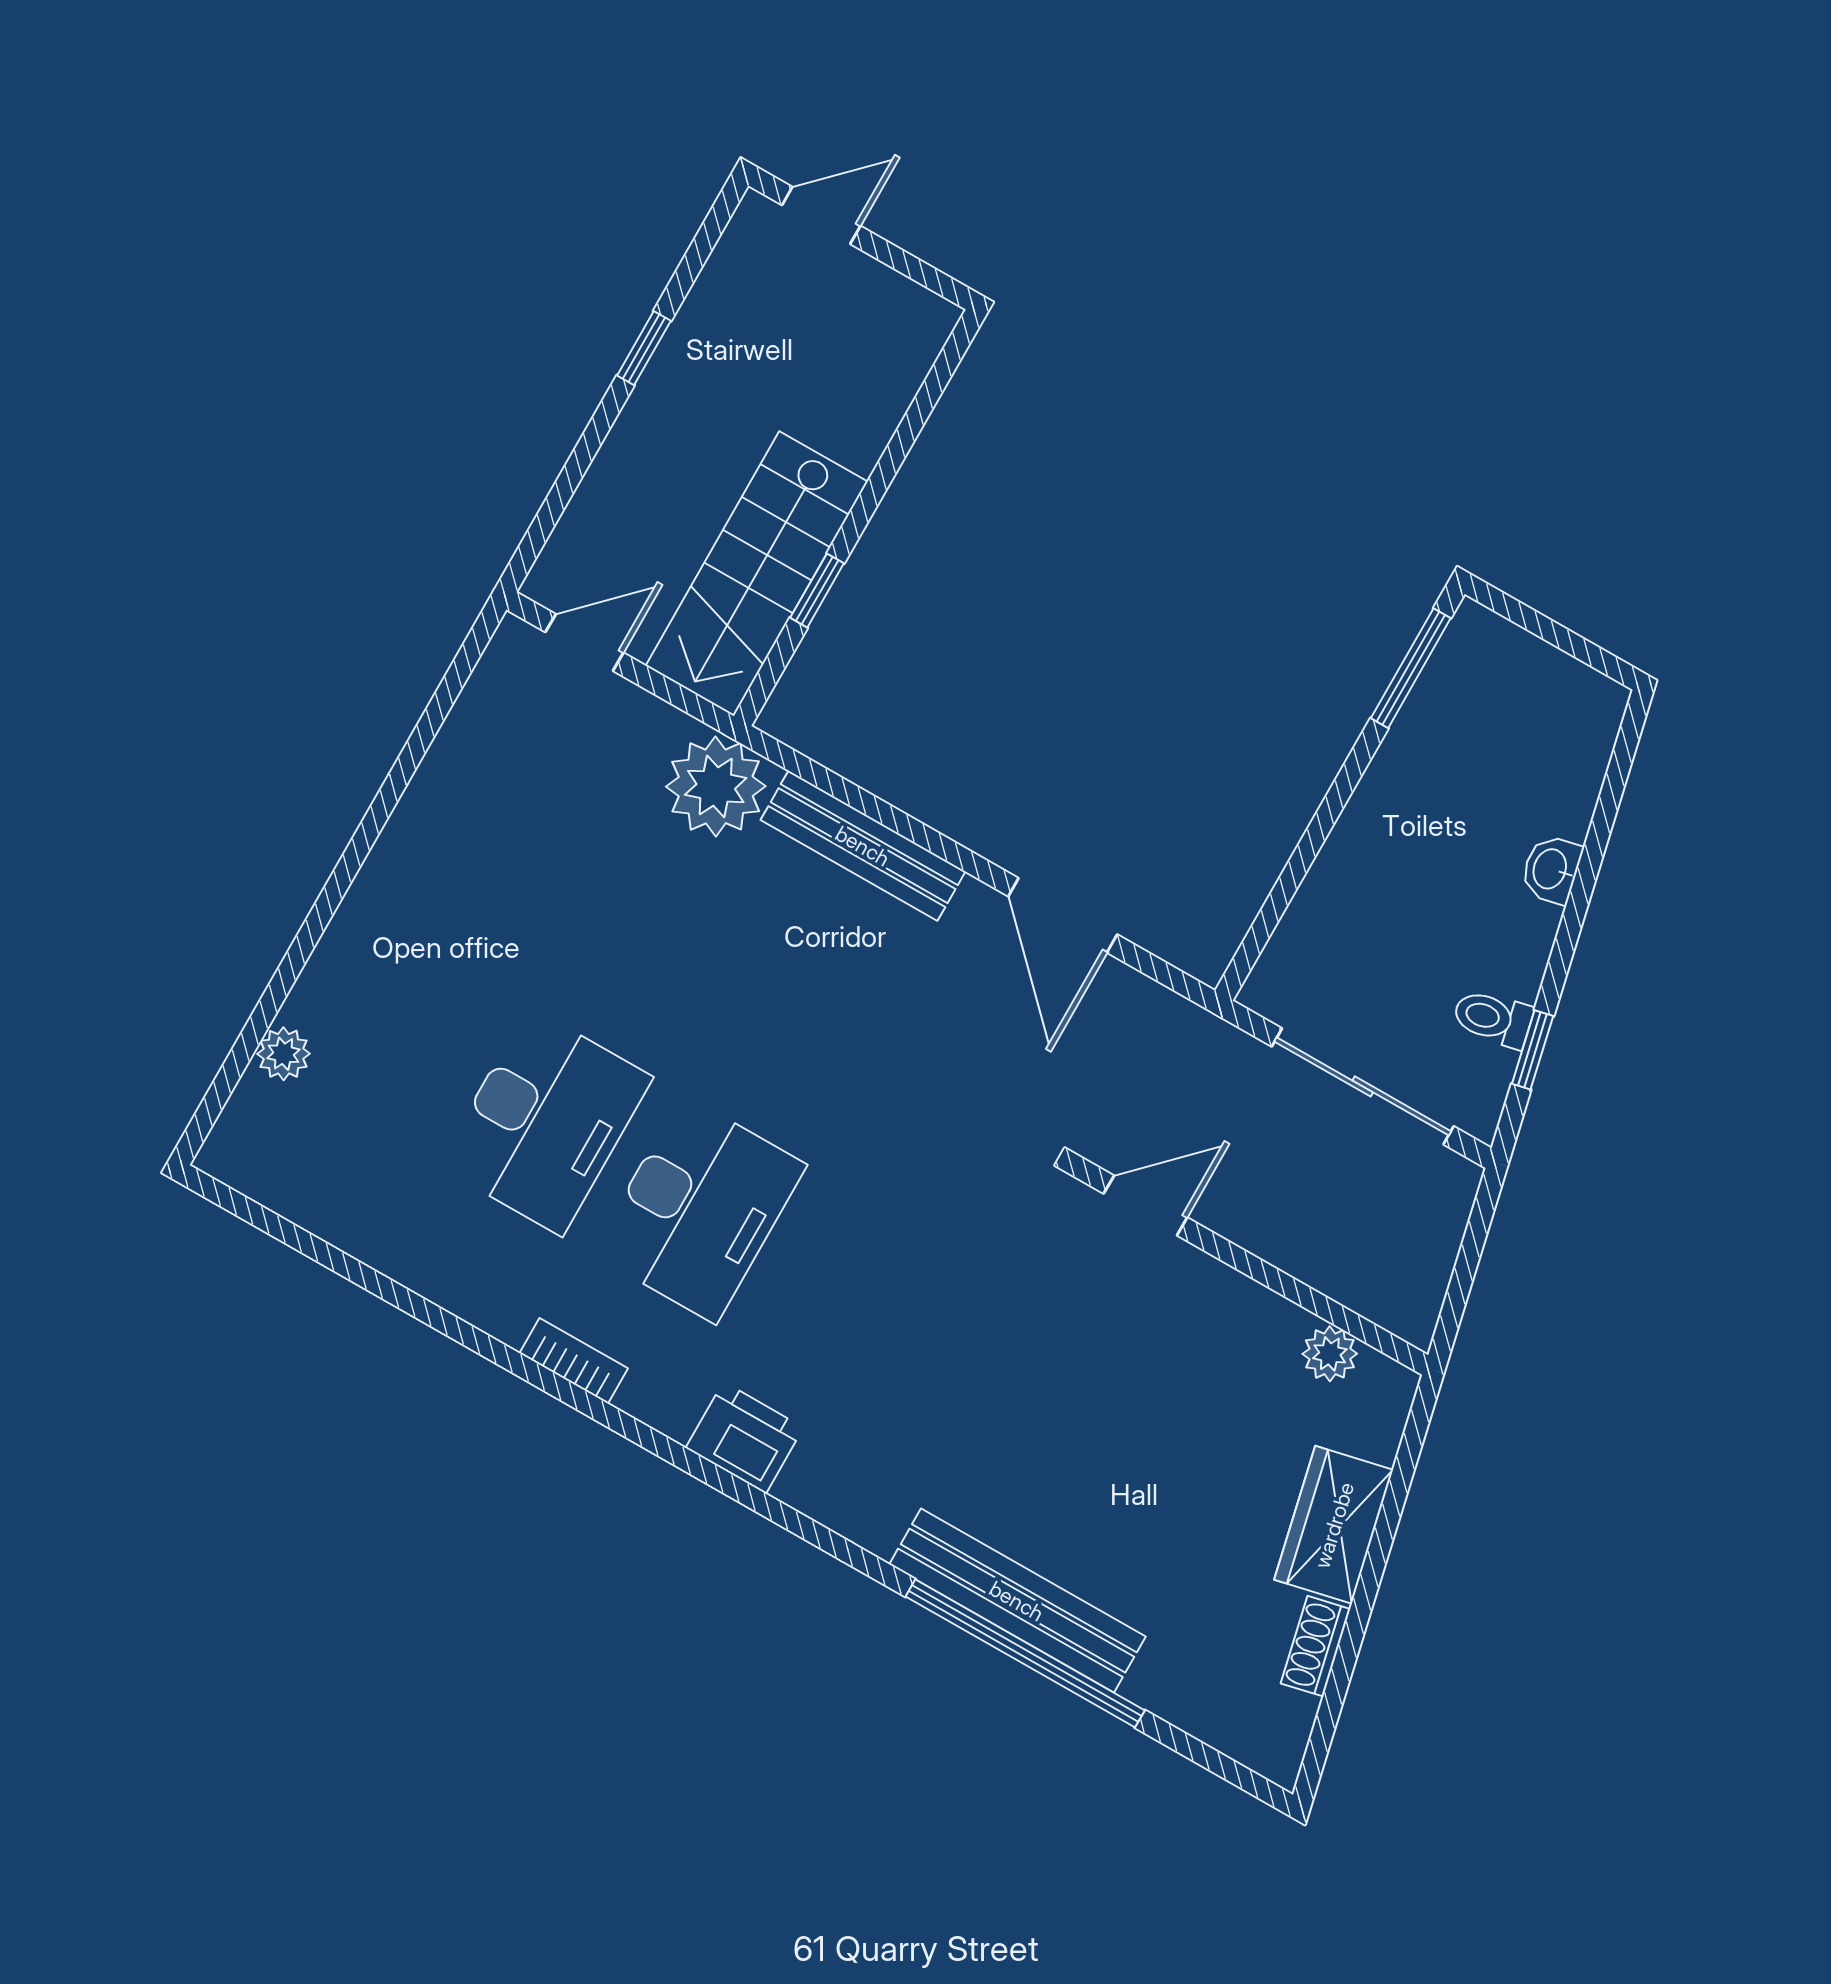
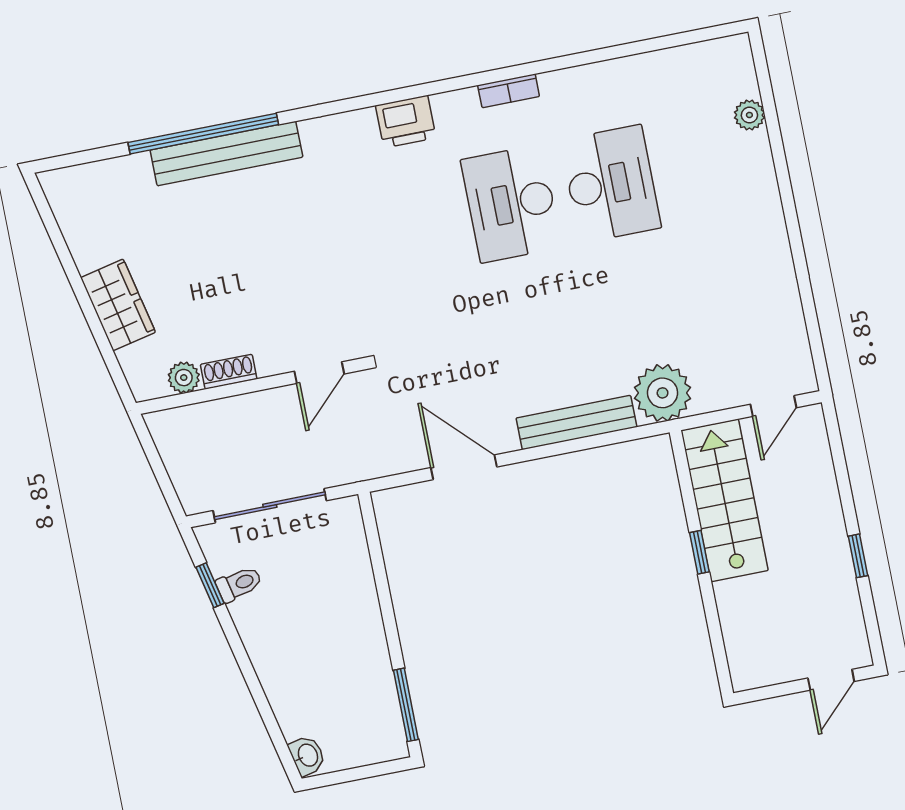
window: (817, 591) -> (699, 552), moved
washbasin: (1551, 869) -> (307, 755), moved
desk: (545, 1121) -> (611, 184), turned 180
shoe rack: (1316, 1646) -> (229, 372), moved, turned -77

